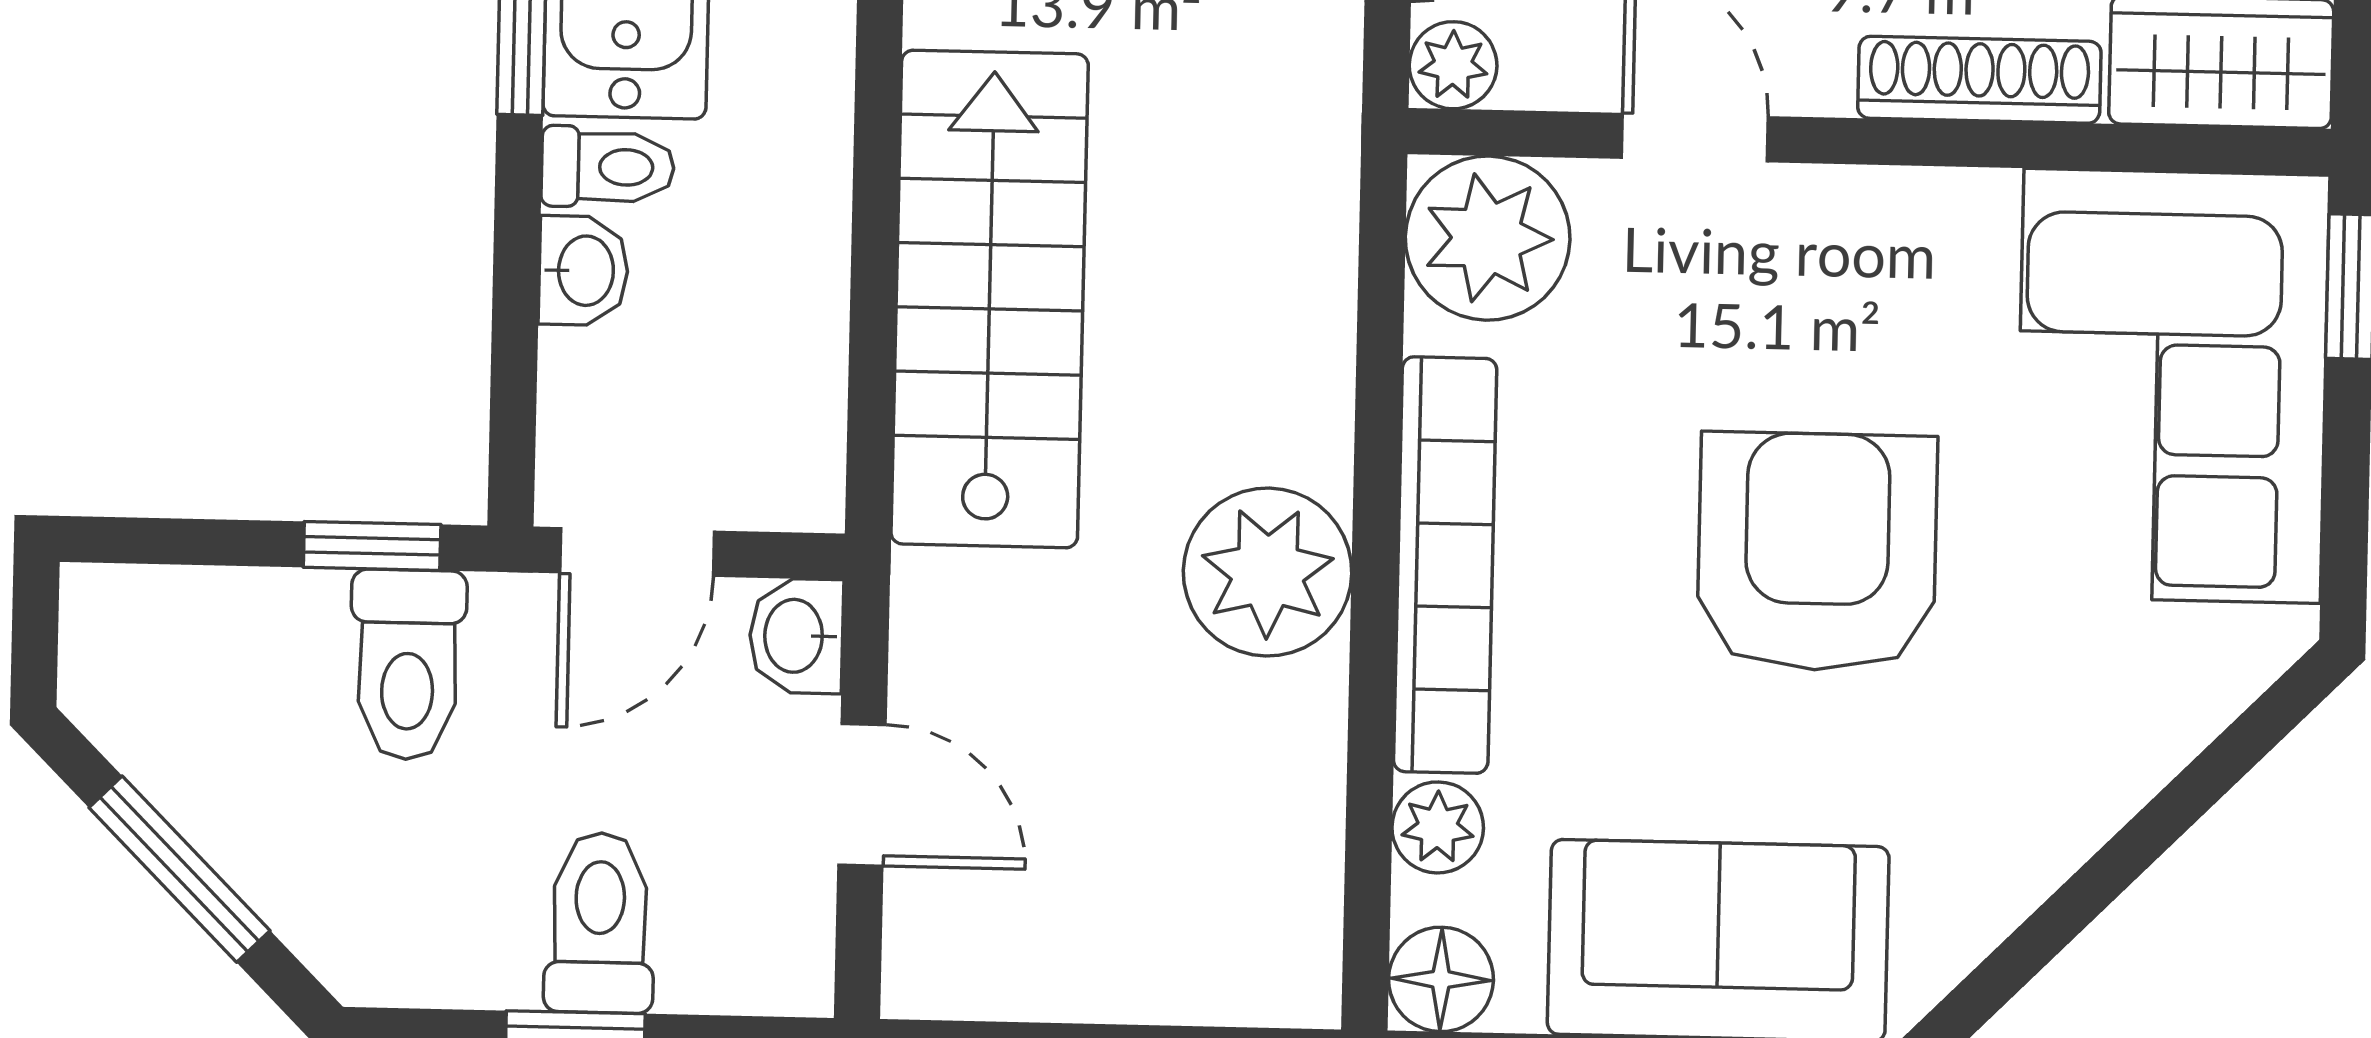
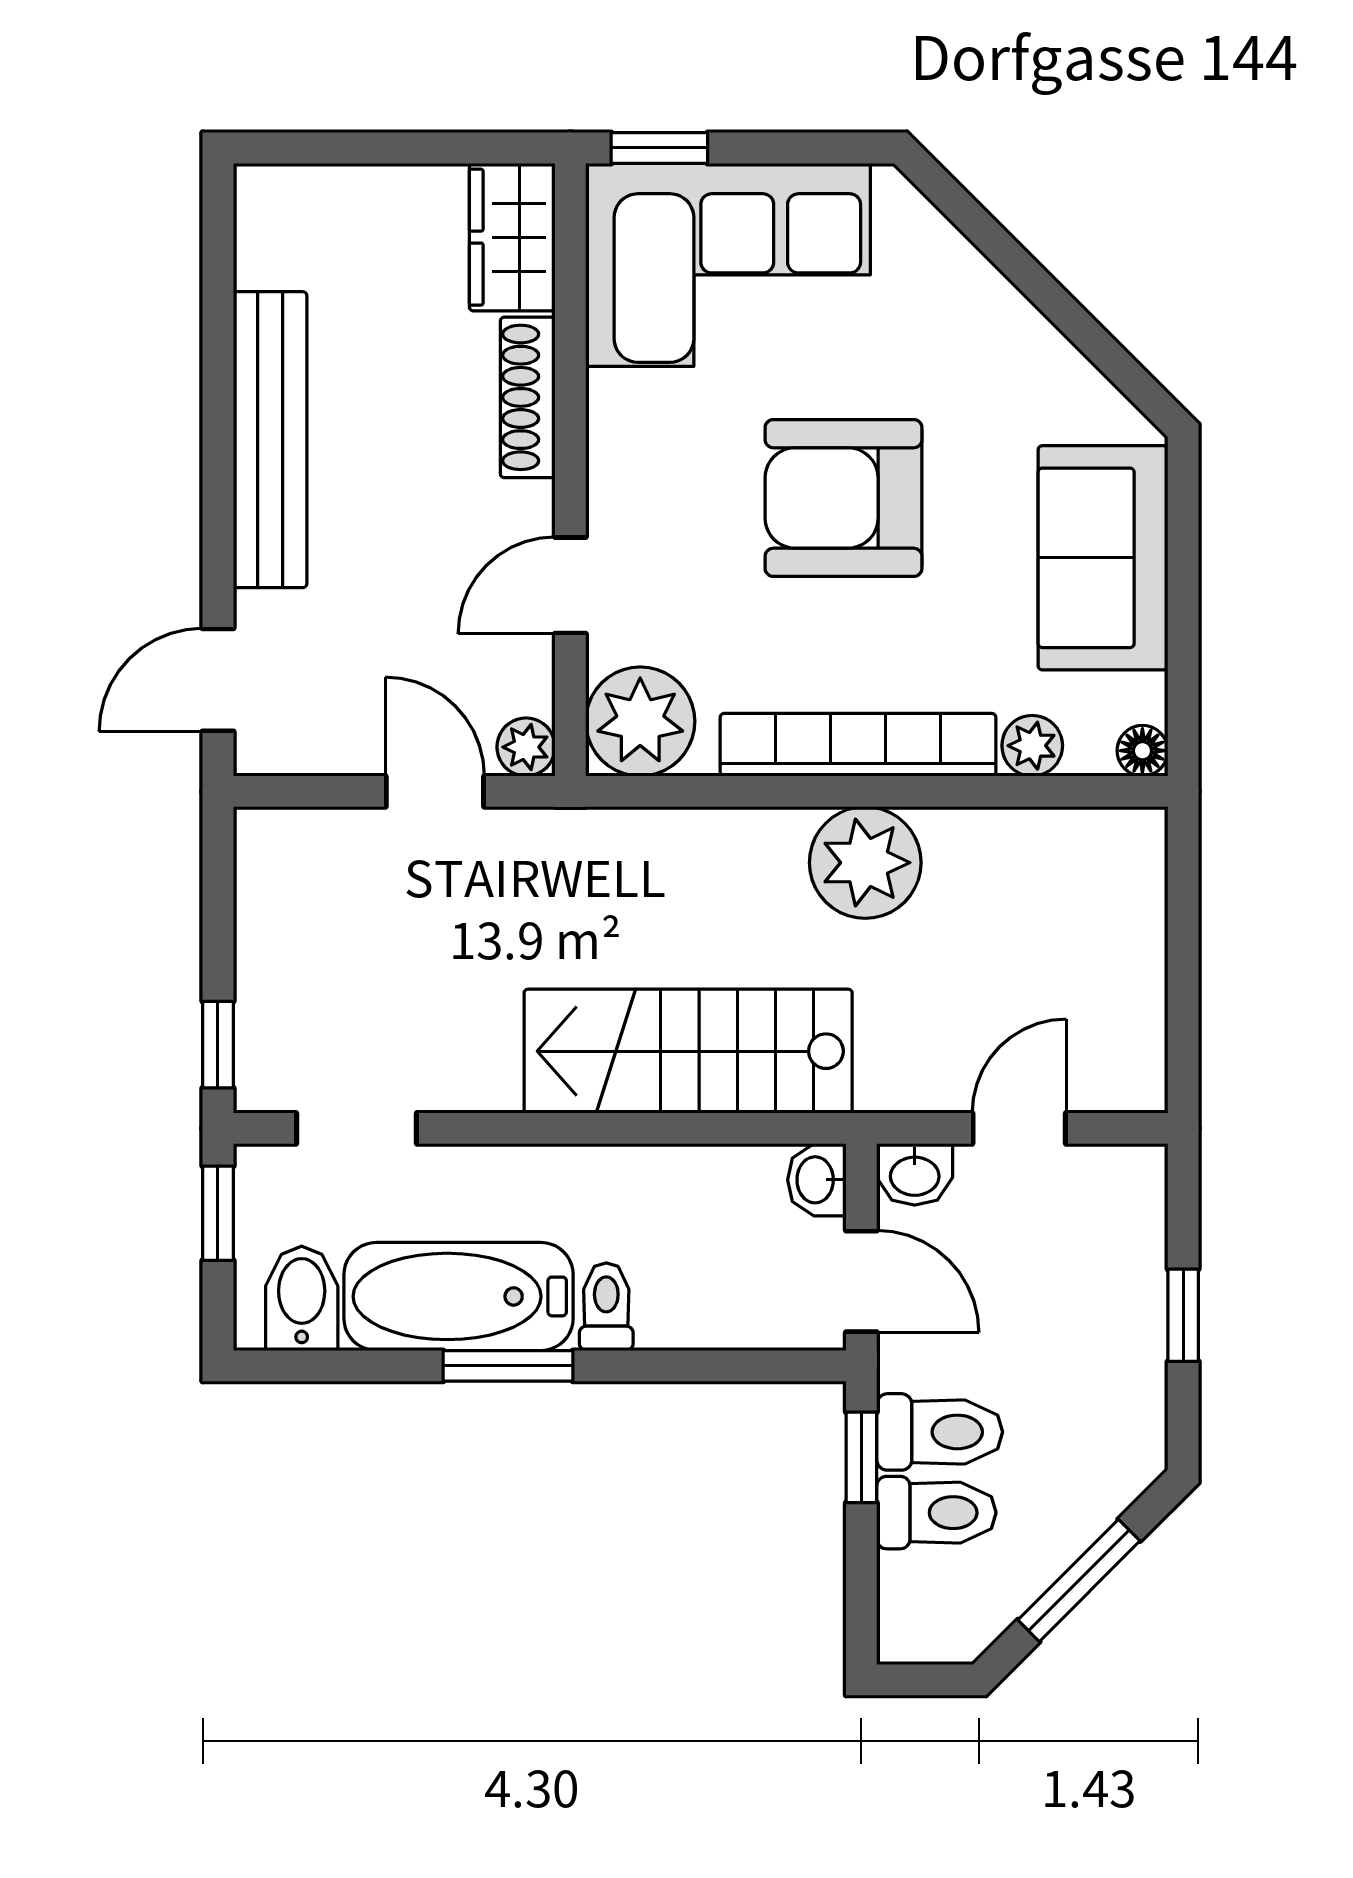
washbasin: (583, 271) -> (817, 1180), moved, turned -90
toilet: (600, 923) -> (936, 1513), moved, turned 180
floor lamp: (1441, 979) -> (1142, 751), width x0.73, depth x0.73

